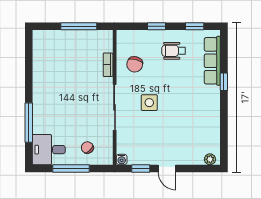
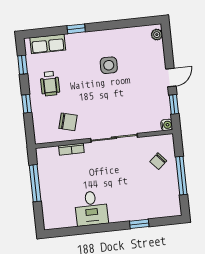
row of seats: (212, 61) -> (48, 44), width x0.68
side table: (149, 103) -> (109, 65), moved
window: (29, 123) -> (139, 224), width x0.46
desk: (49, 150) -> (91, 208), moved

